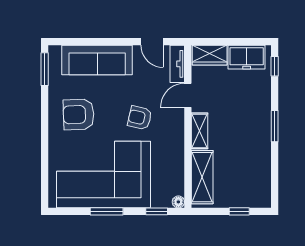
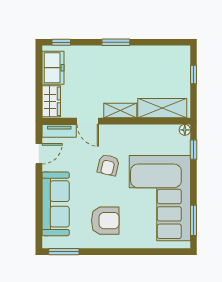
armchair: (79, 115) -> (105, 221), turned -88
window: (107, 211) -> (193, 220), moved

